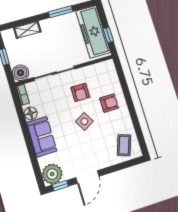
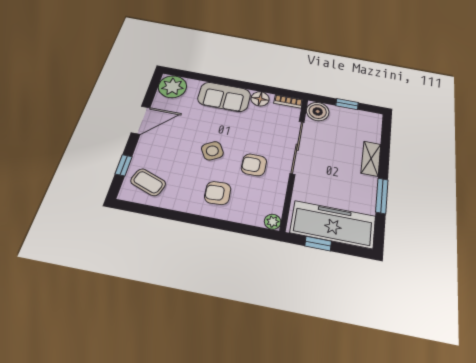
shelving: (27, 30) -> (371, 159), moved
plant: (109, 65) -> (273, 222), added
armchair: (109, 103) -> (218, 193), turned 87
door: (87, 177) -> (141, 120), swing flipped
window: (60, 186) -> (124, 165), moved

